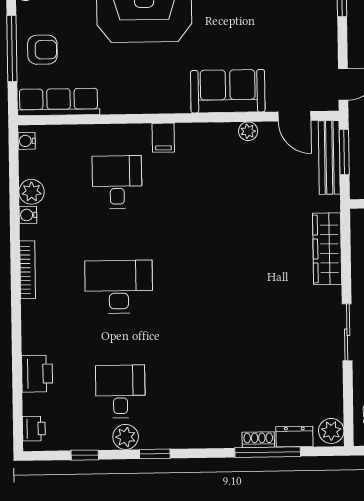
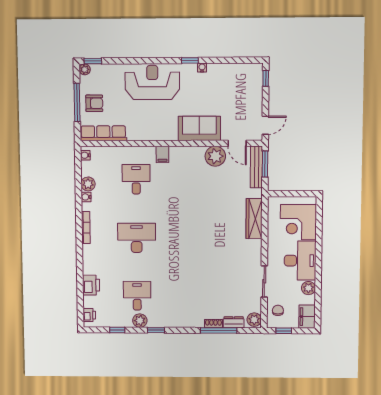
plant: (248, 131) -> (215, 156), width x1.88, depth x1.88
sliding door: (347, 332) -> (264, 281), moved

